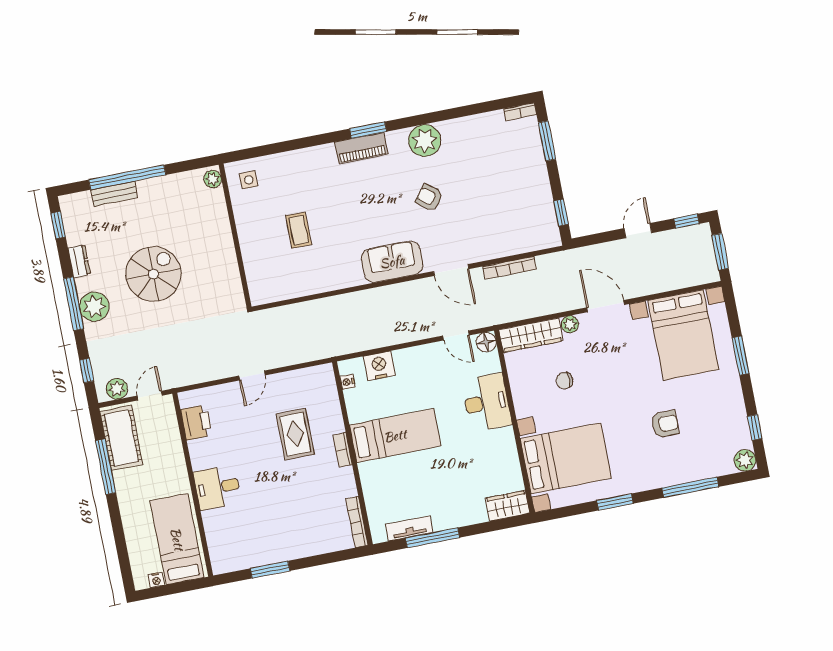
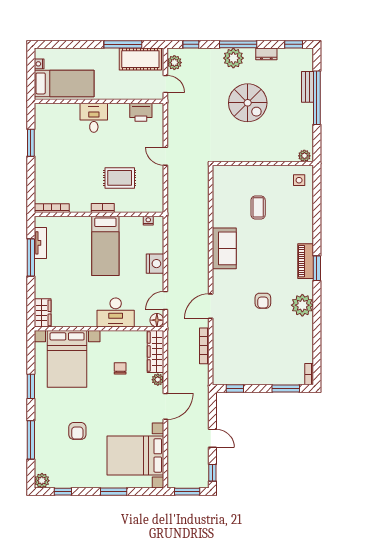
armchair: (429, 198) -> (263, 301), turned 142
coffee table: (299, 230) -> (258, 207), turned 90
sofa: (392, 262) -> (224, 248), moved
nightstand: (379, 366) -> (155, 264), moved

